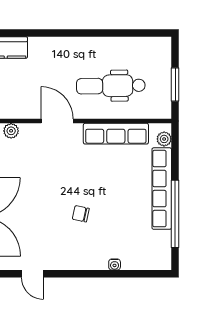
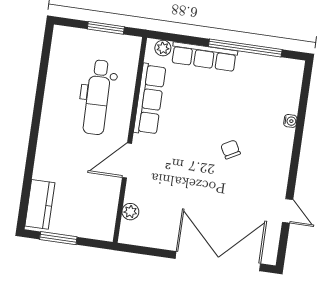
row of seats: (162, 189) -> (204, 57), width x0.73
chair: (81, 214) -> (231, 149), turned 139
door: (32, 274) -> (288, 211), hinge flipped

